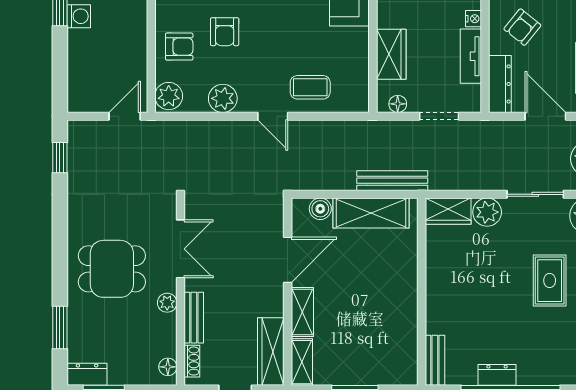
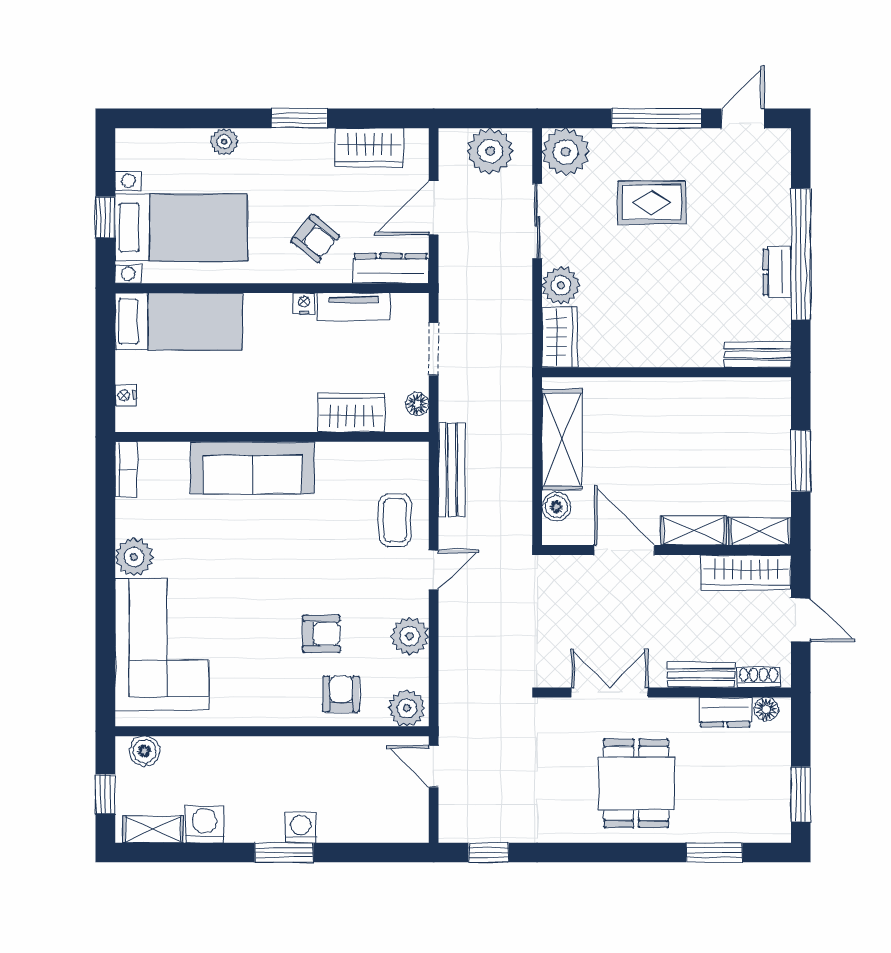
bench: (392, 181) -> (452, 470), moved
plant: (167, 303) -> (681, 710), removed
dresser: (87, 374) -> (725, 712), moved, turned -90

